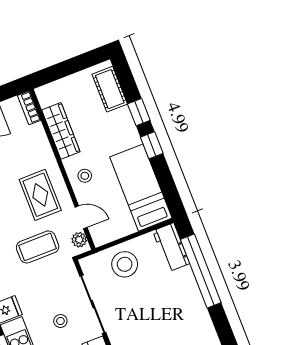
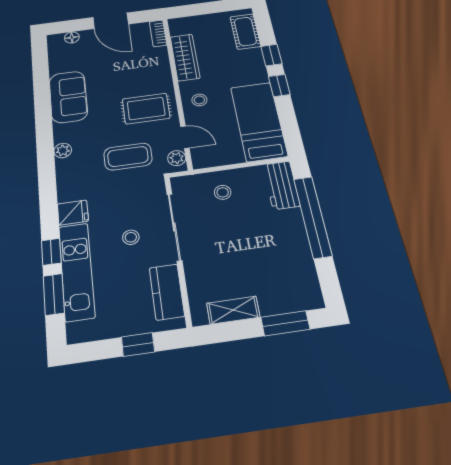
rug: (40, 195) -> (146, 109), turned 90
stool: (125, 264) -> (223, 192), width x0.53, depth x0.53

